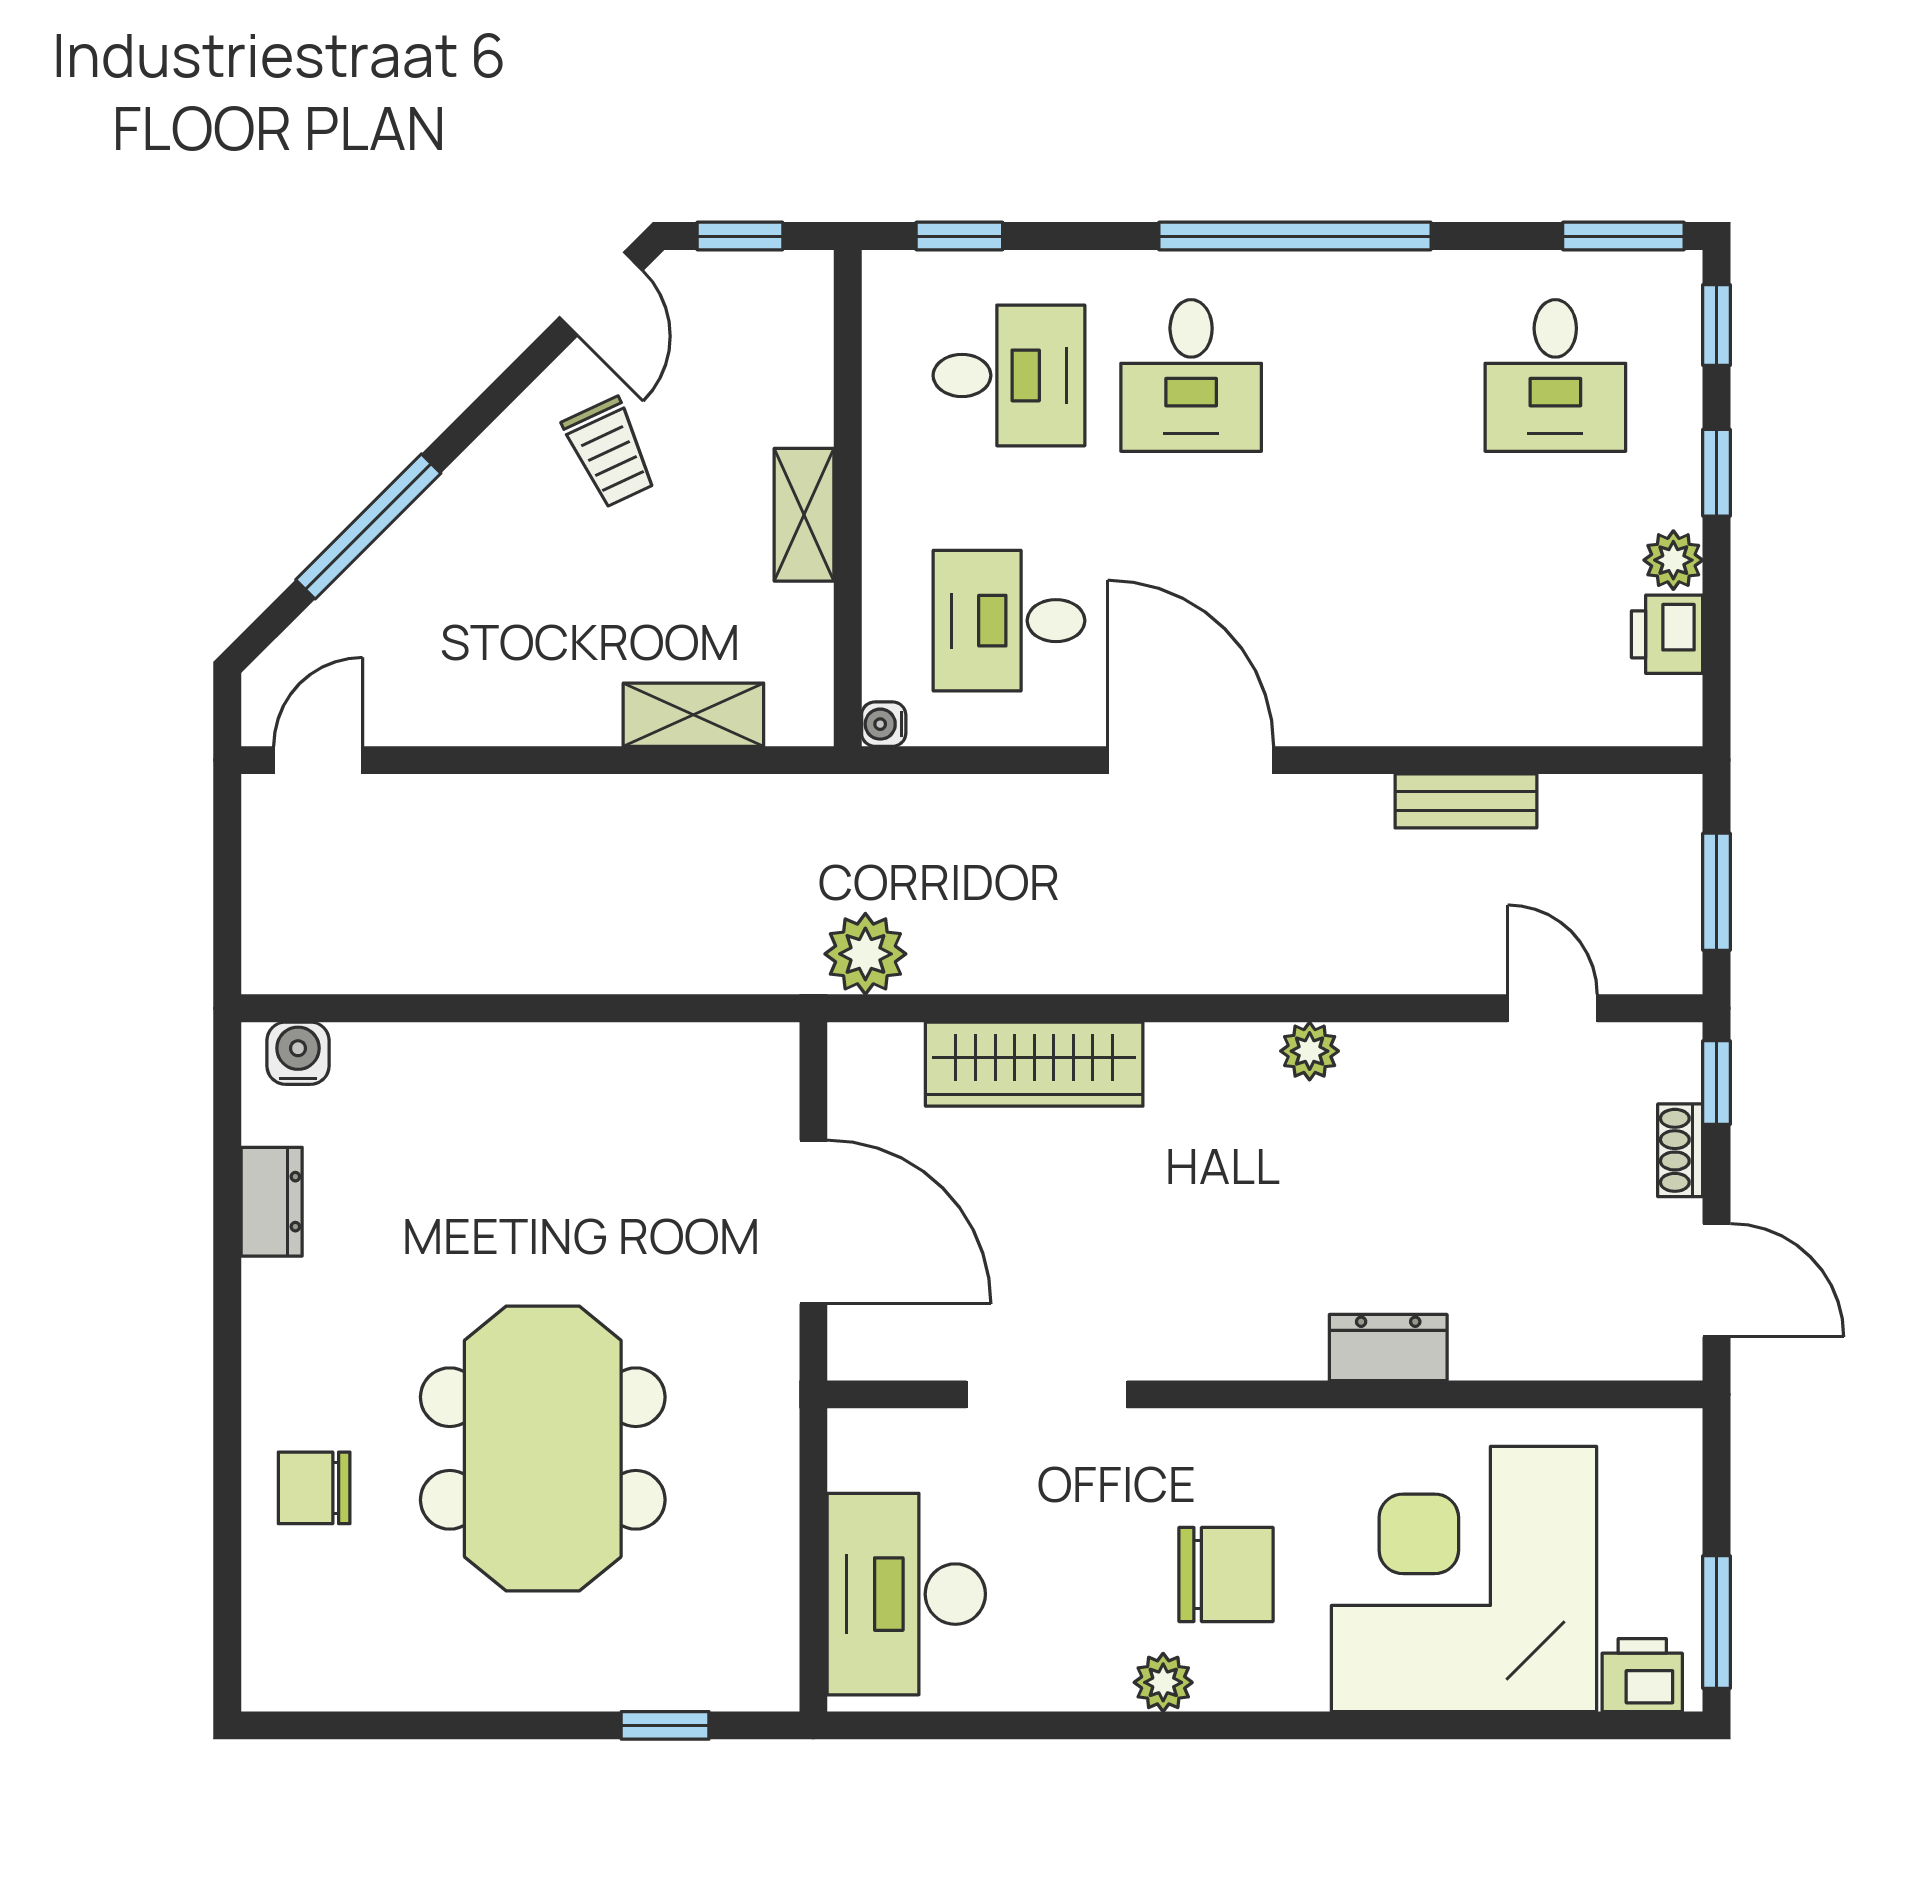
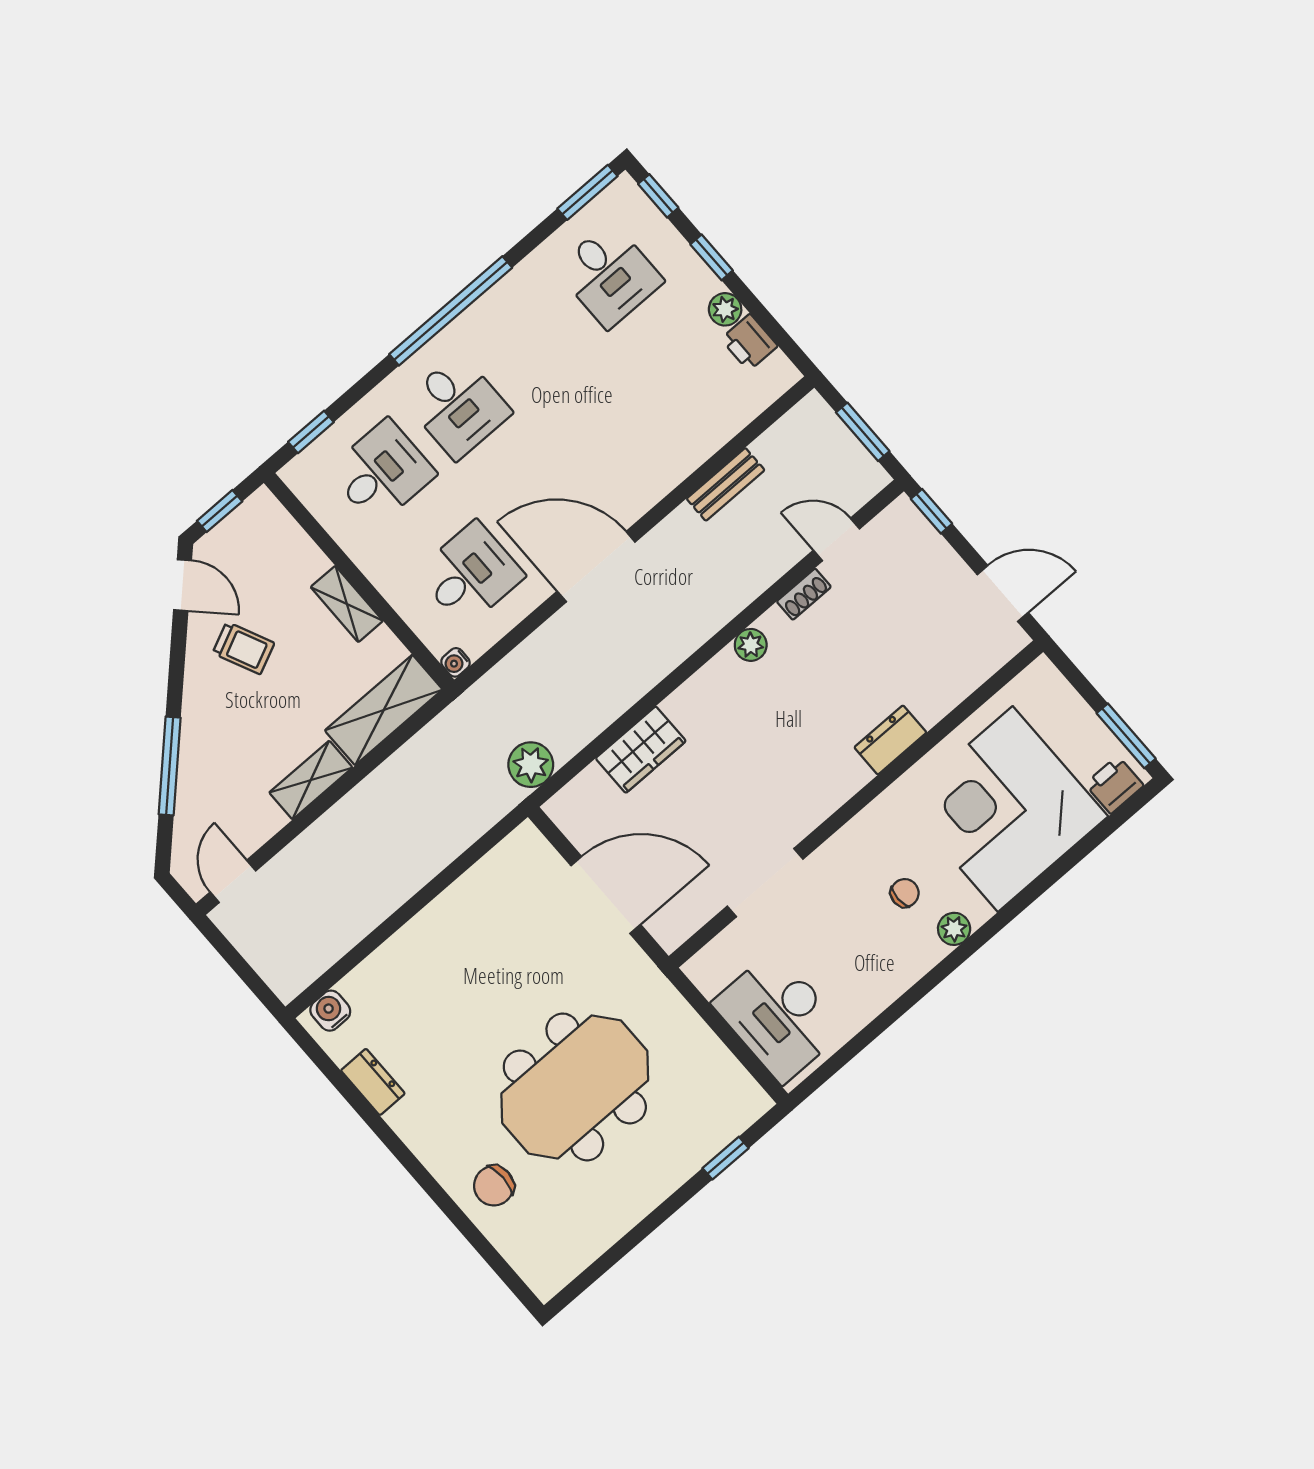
desk: (1009, 621) -> (470, 574), turned 180
shelving: (545, 714) -> (311, 780), added
shelving: (693, 715) -> (384, 710), width x1.50, depth x1.33
wardrobe: (1034, 1064) -> (641, 750), width x0.67
shoe rack: (1680, 1150) -> (804, 594), moved, turned -90
meeting table: (543, 1449) -> (575, 1087), turned 90
chair: (1226, 1575) -> (905, 893), width x0.54, depth x0.54
plant: (1163, 1682) -> (954, 929), moved

